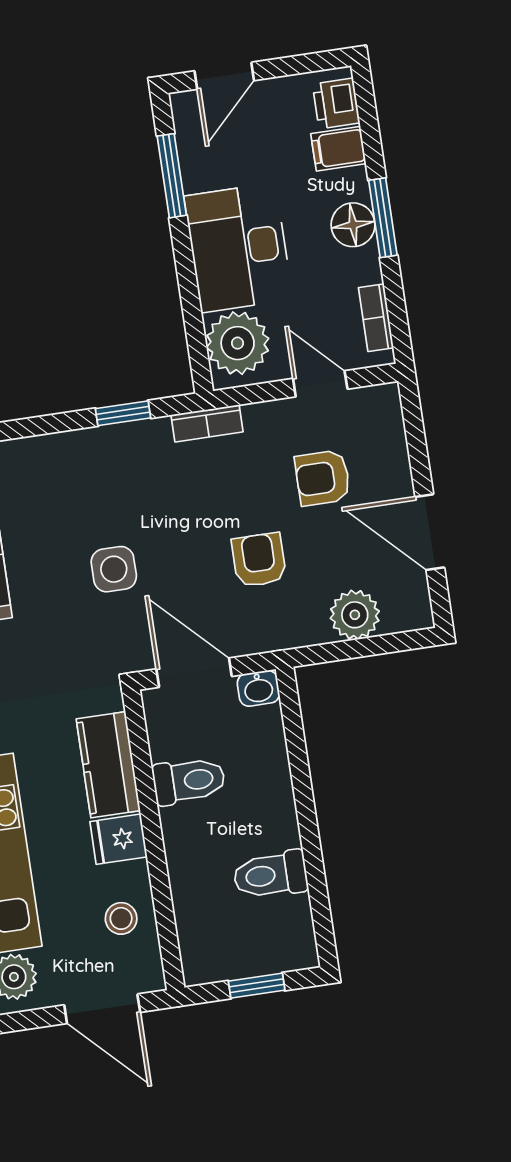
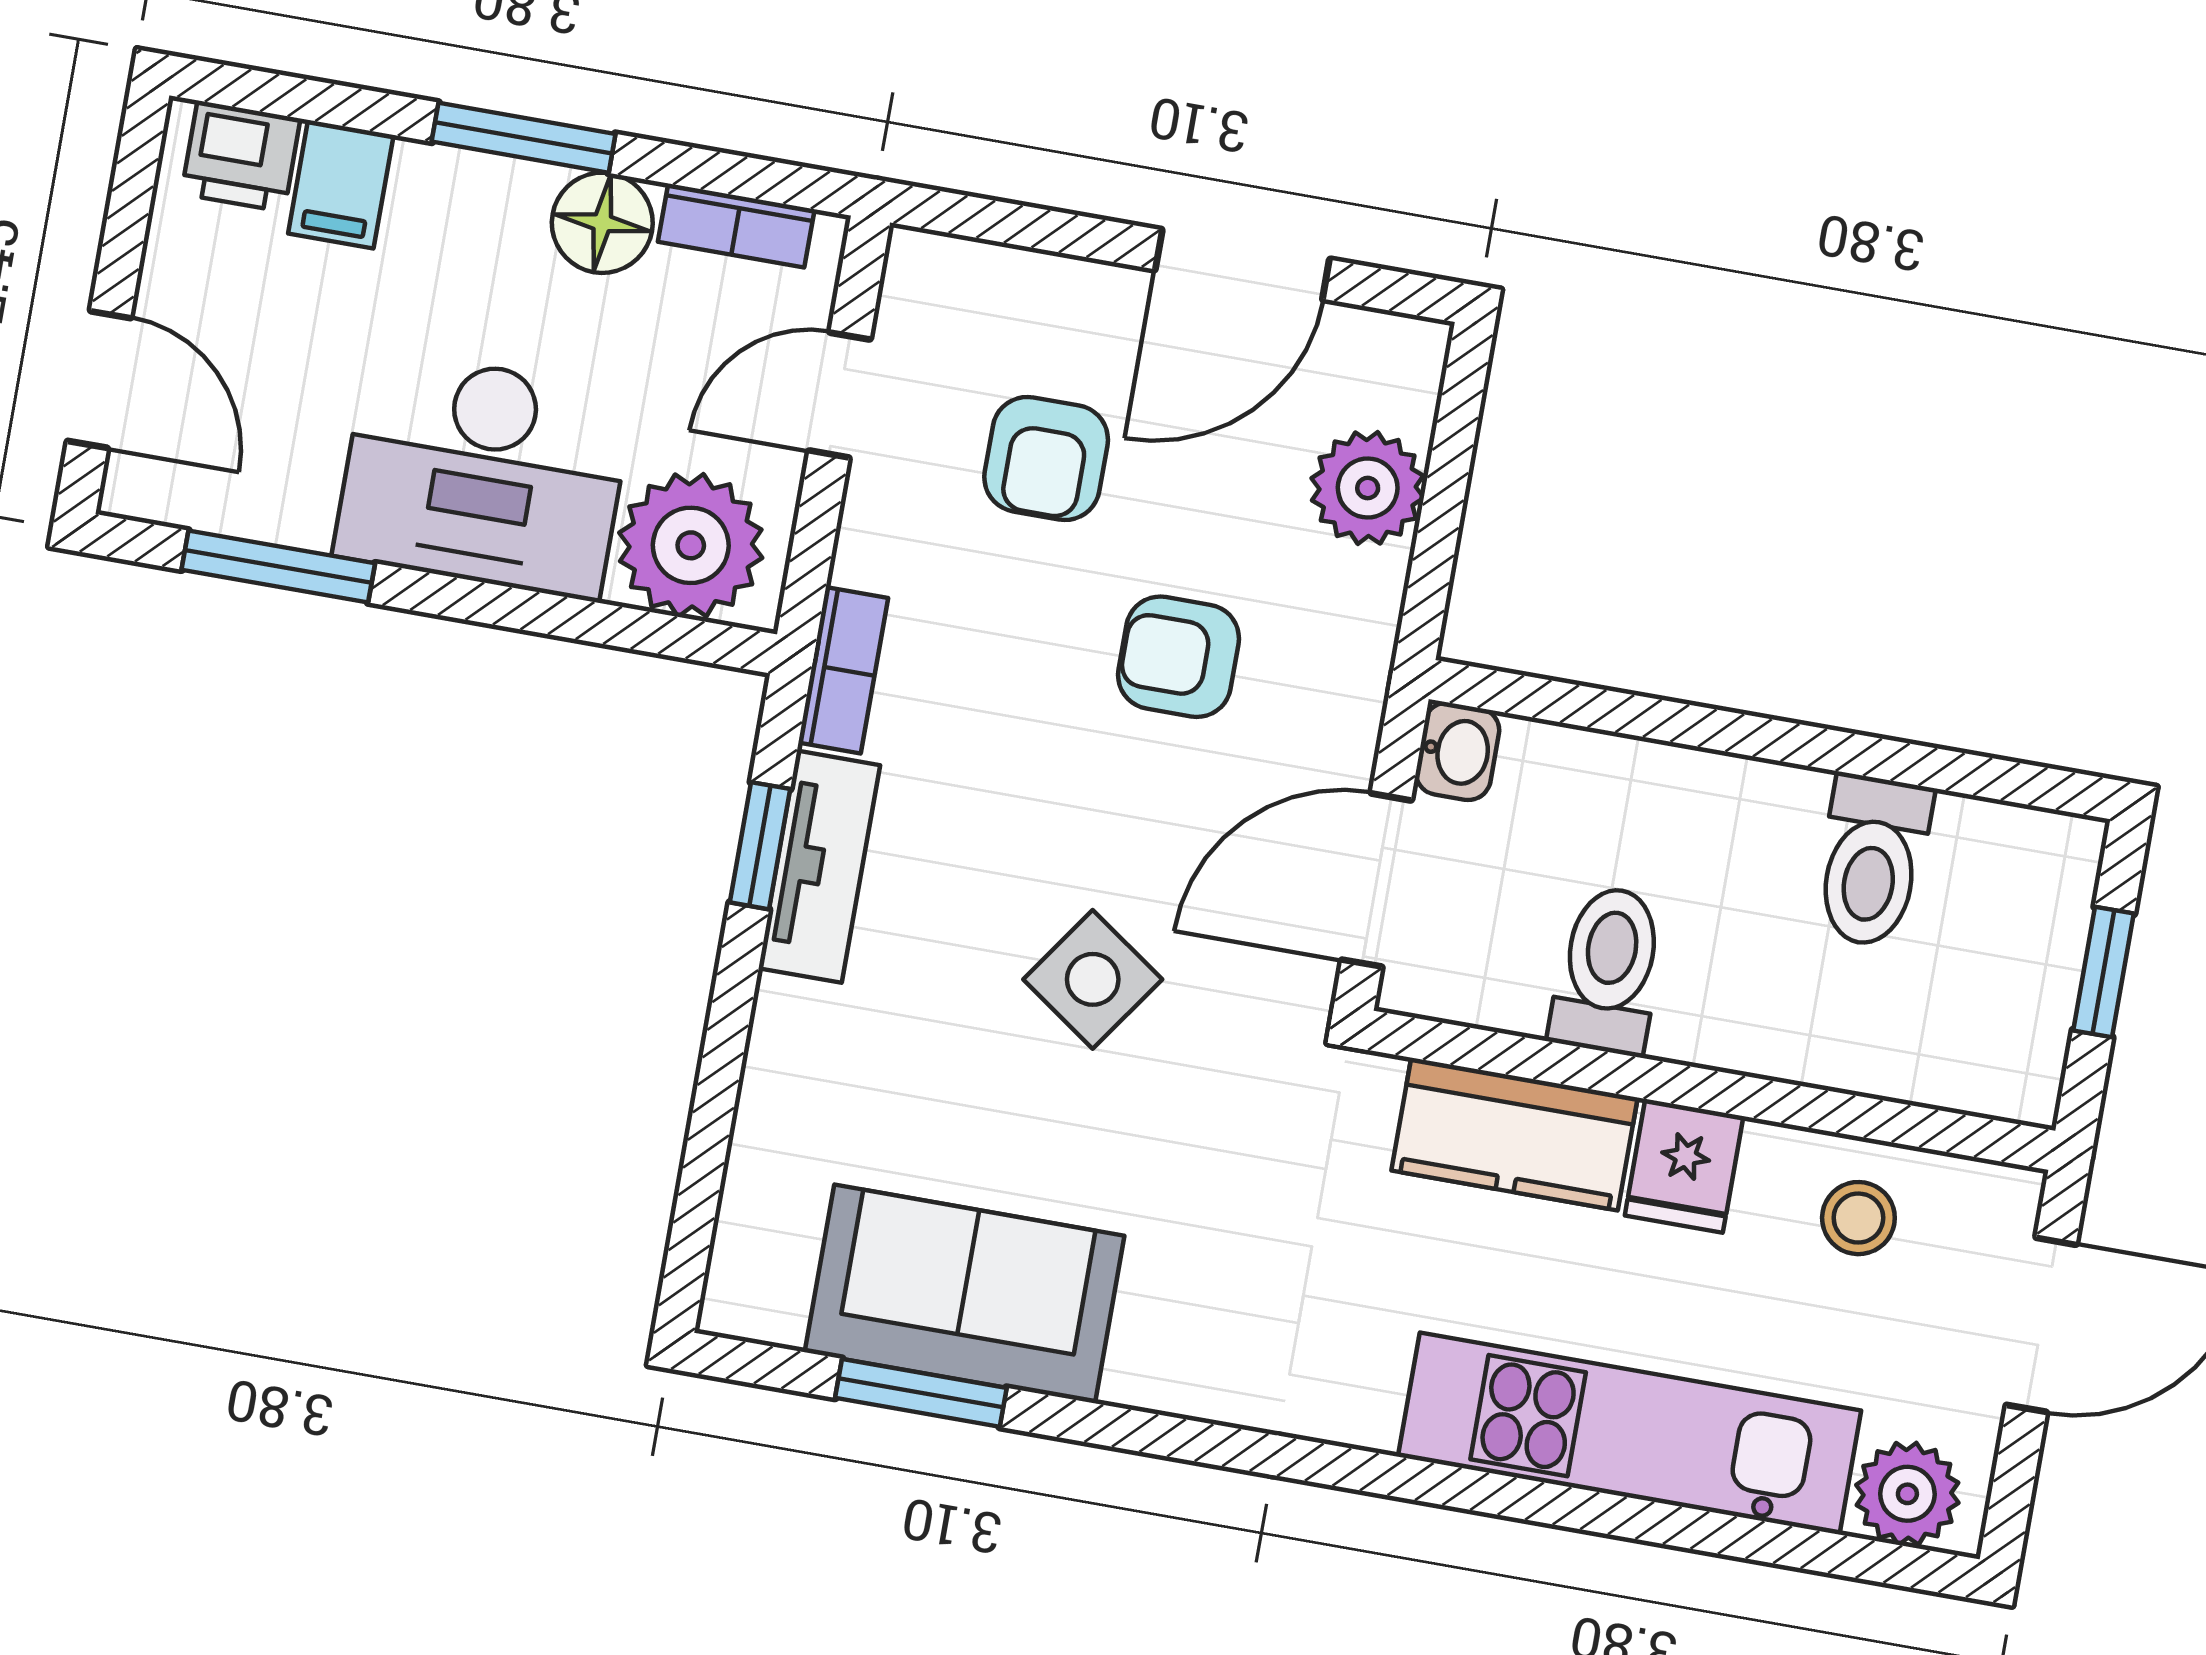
floor lamp: (353, 225) -> (602, 223), moved
tv unit: (123, 441) -> (819, 867), added
side table: (114, 569) -> (1093, 979), turned 35

